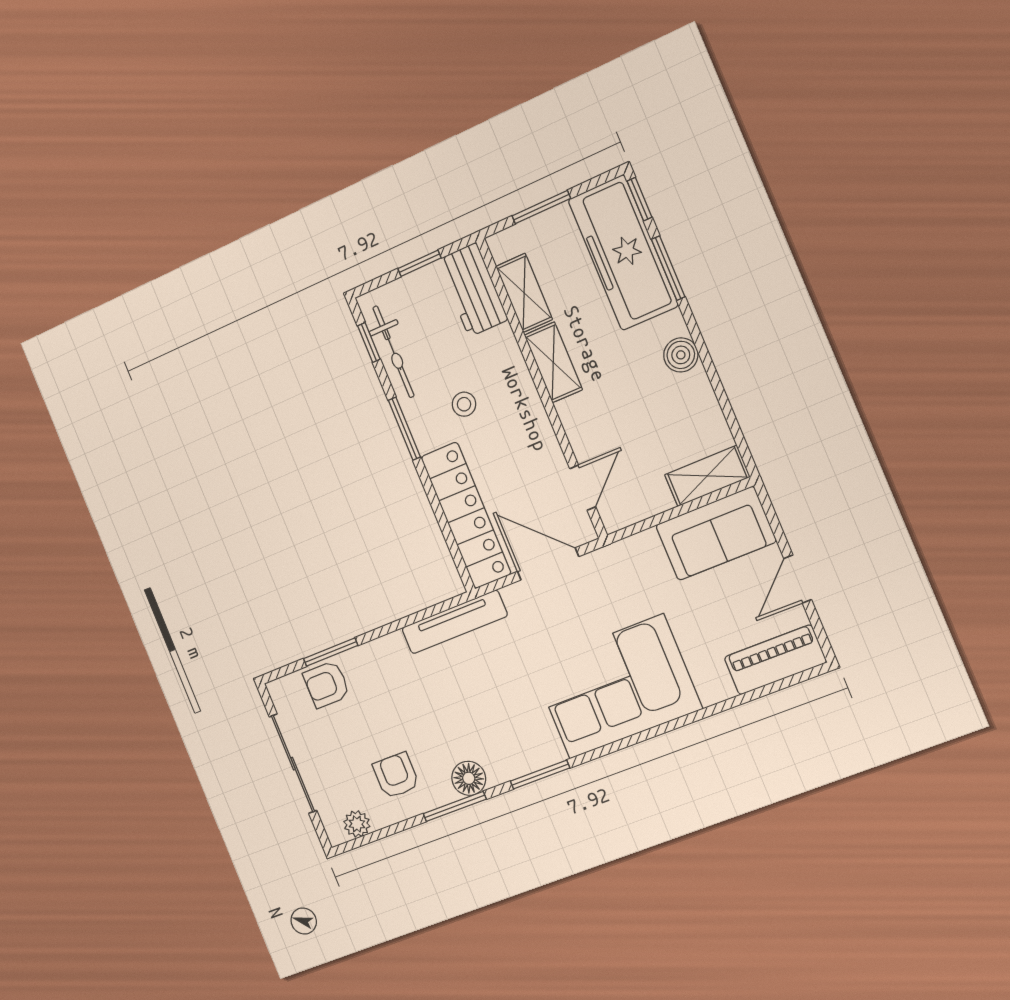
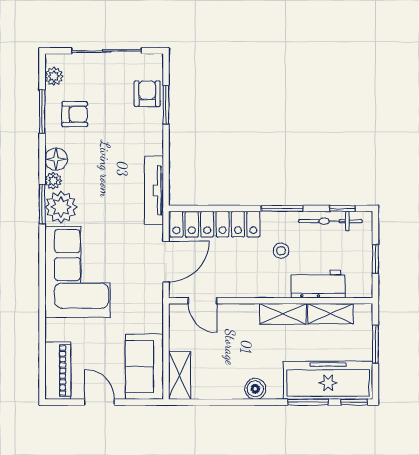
workbench: (473, 290) -> (318, 284), moved
plant: (533, 746) -> (61, 207), added
plant: (500, 771) -> (53, 181), added
window: (455, 806) -> (42, 112), moved

